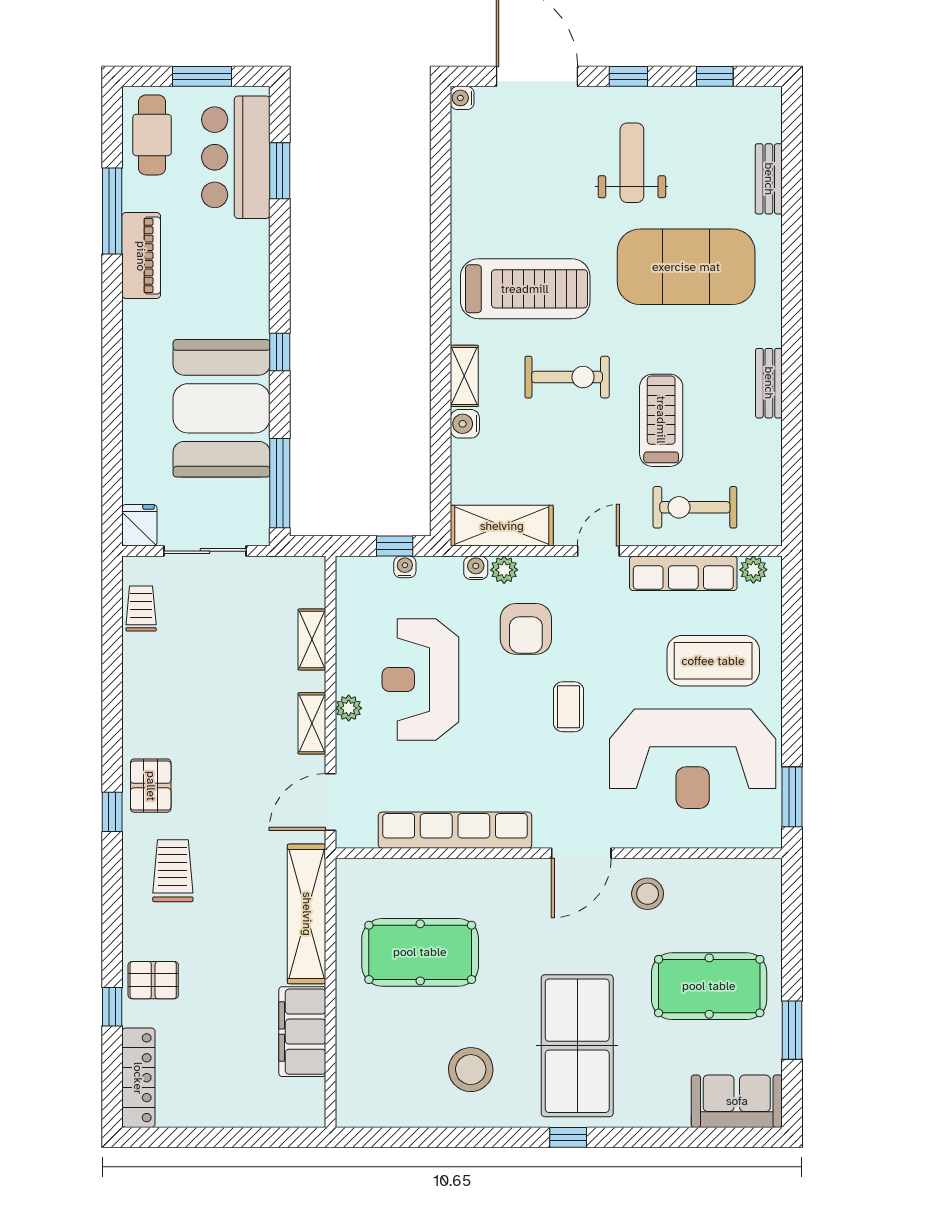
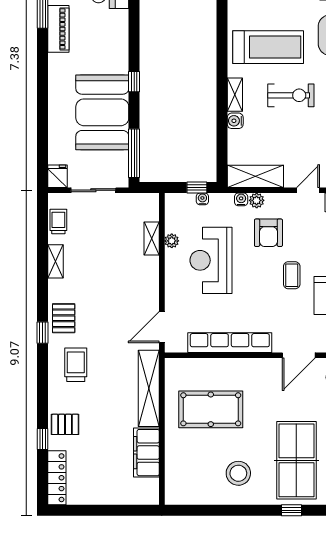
plant: (349, 708) -> (172, 241), moved
shelving: (312, 723) -> (56, 261), moved

